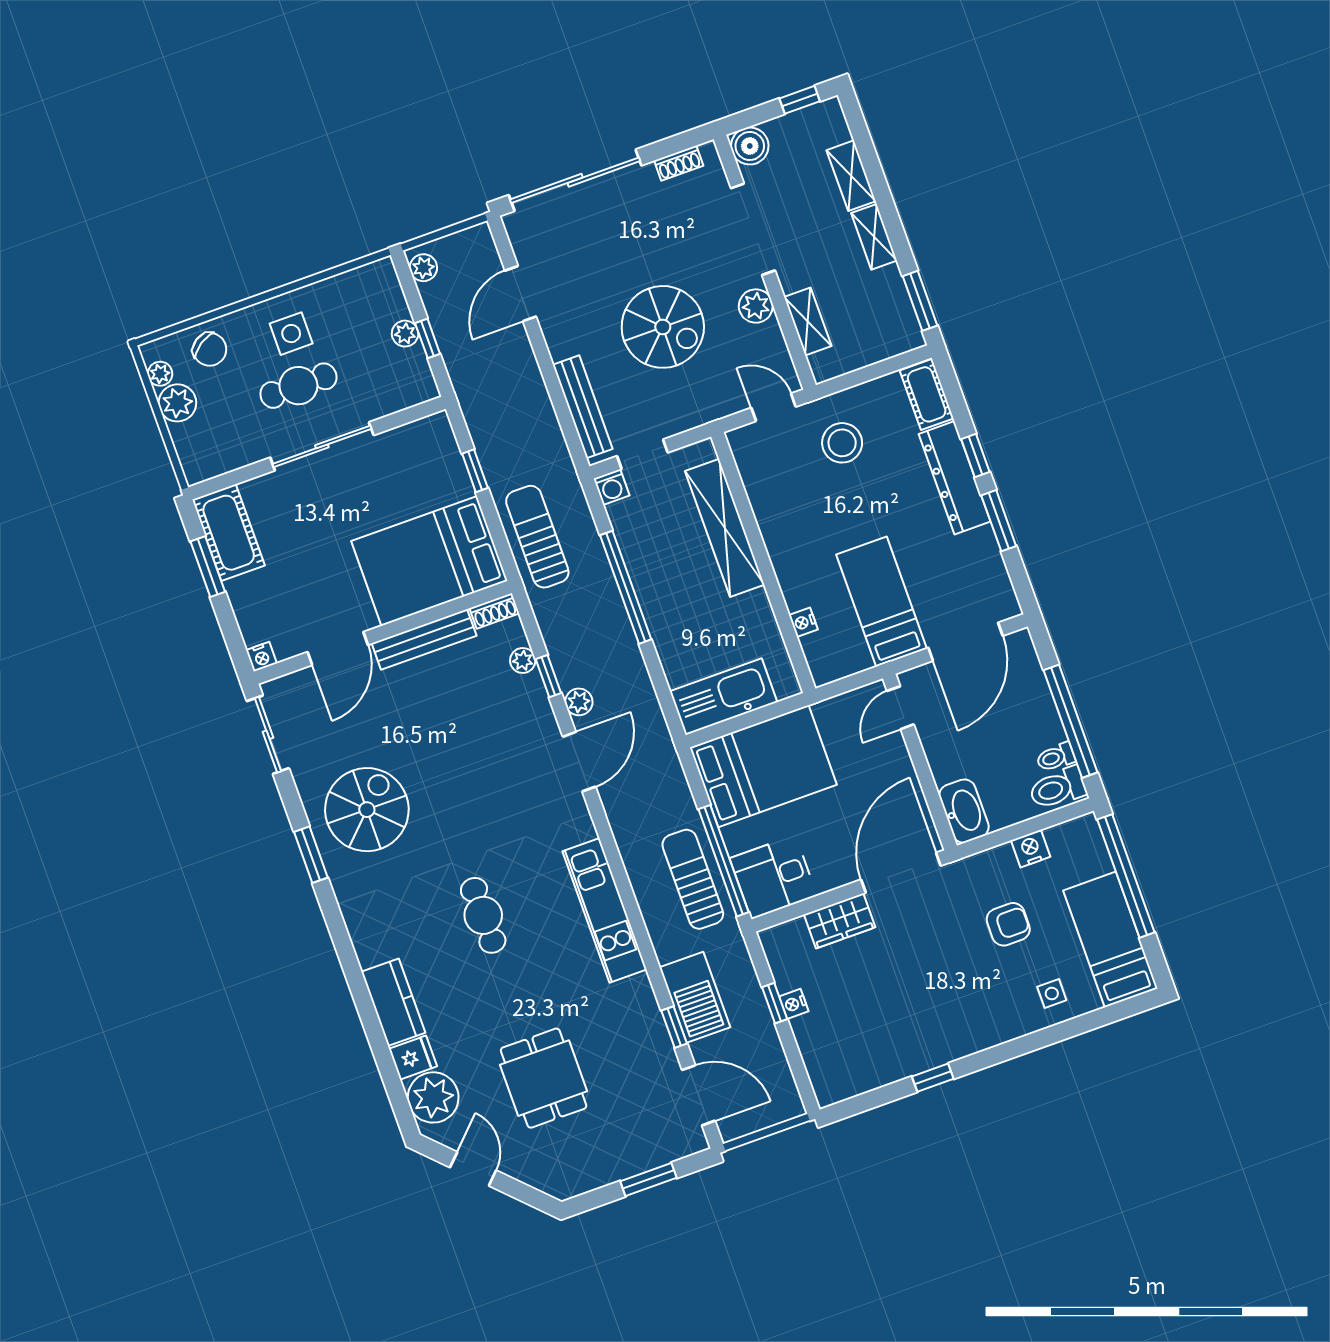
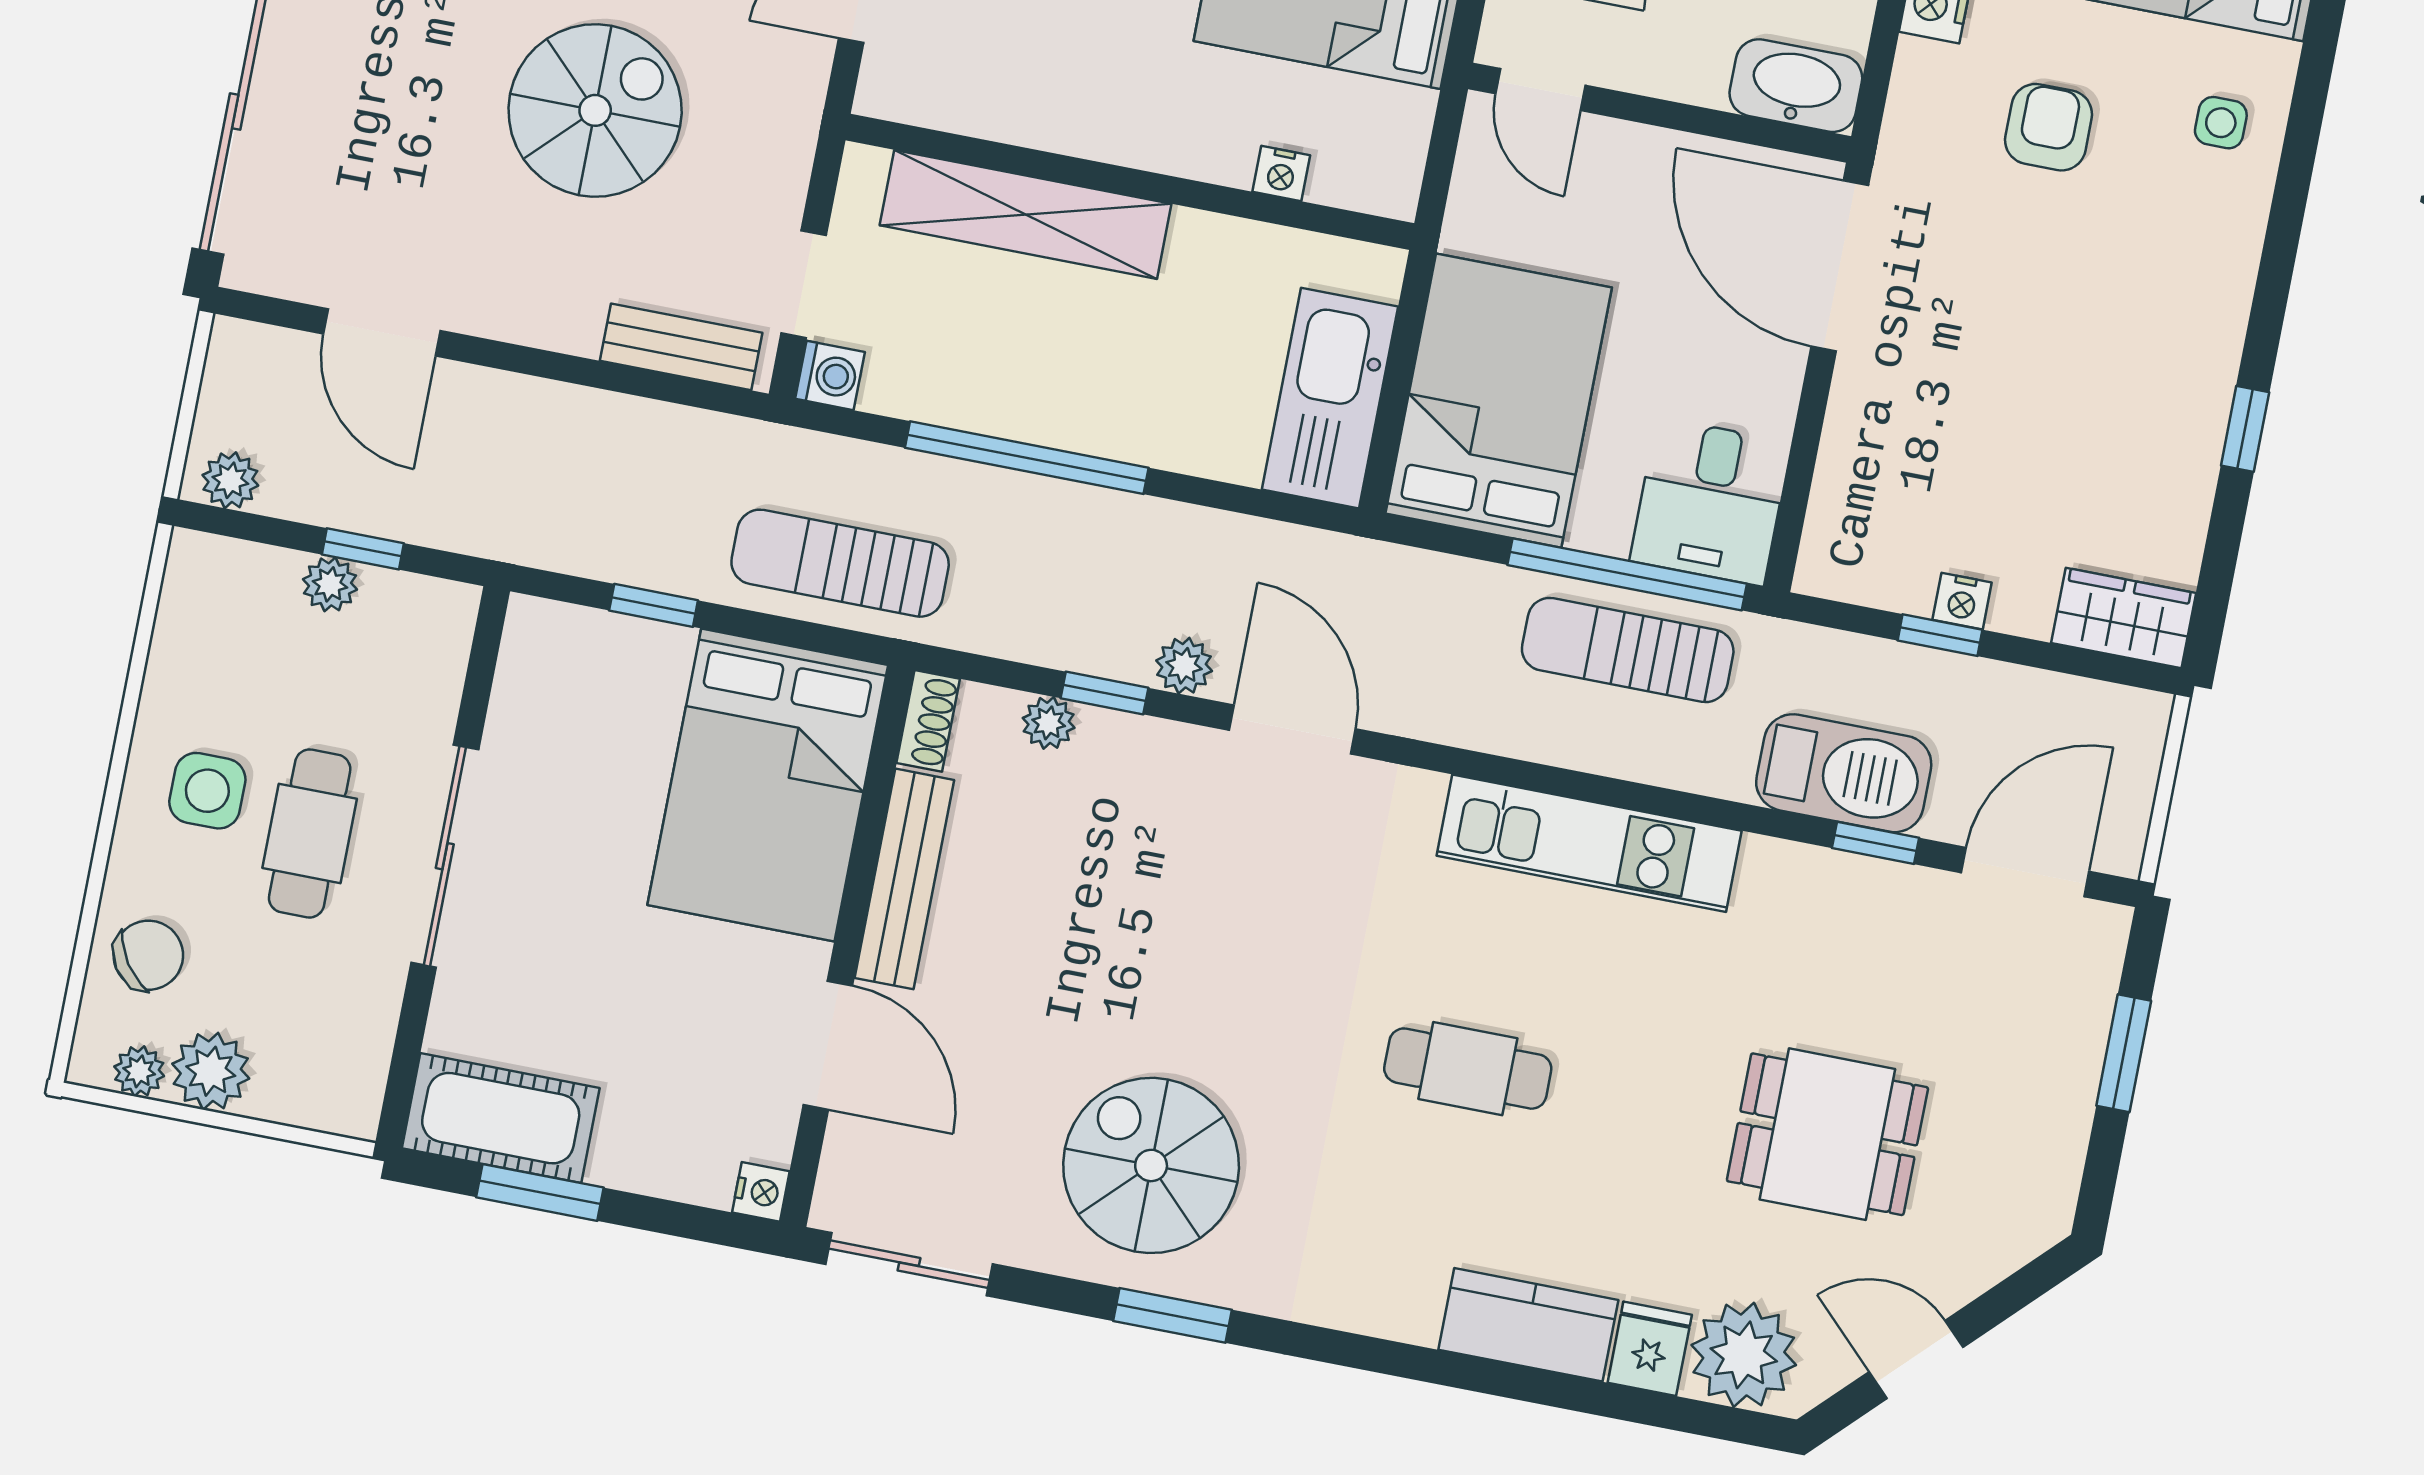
bench: (583, 407) -> (681, 347), width x0.73
wardrobe: (840, 921) -> (2124, 618), moved, turned -90

